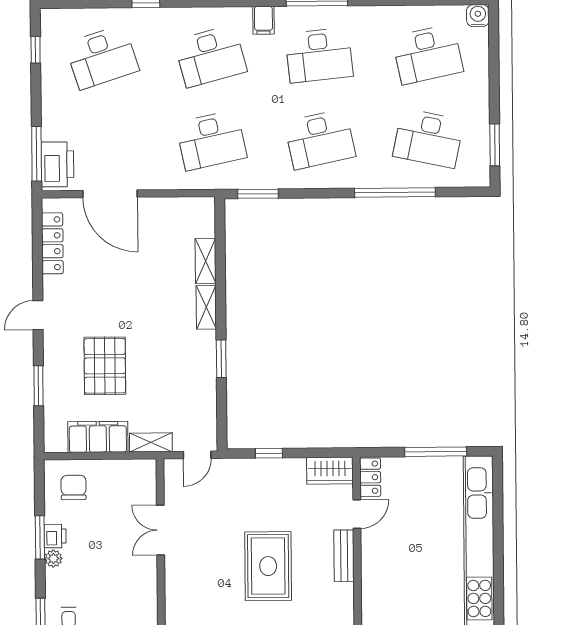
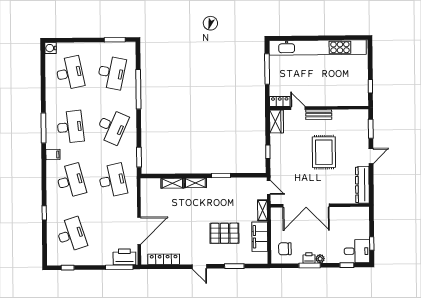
desk: (320, 139) -> (112, 127), turned 36
double door: (161, 530) -> (306, 206), width x1.87
rug: (268, 566) -> (324, 152), turned 90

